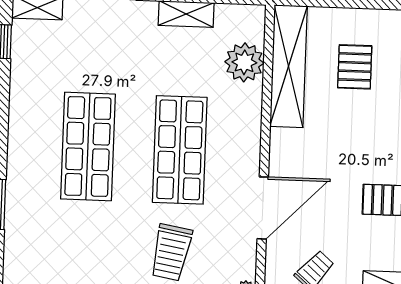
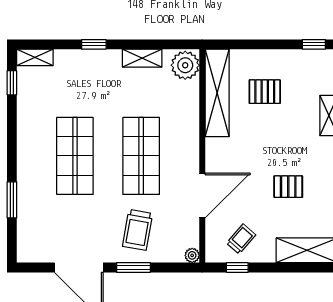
plant: (244, 62) -> (185, 65), moved
pallet: (355, 67) -> (265, 92), turned 90

